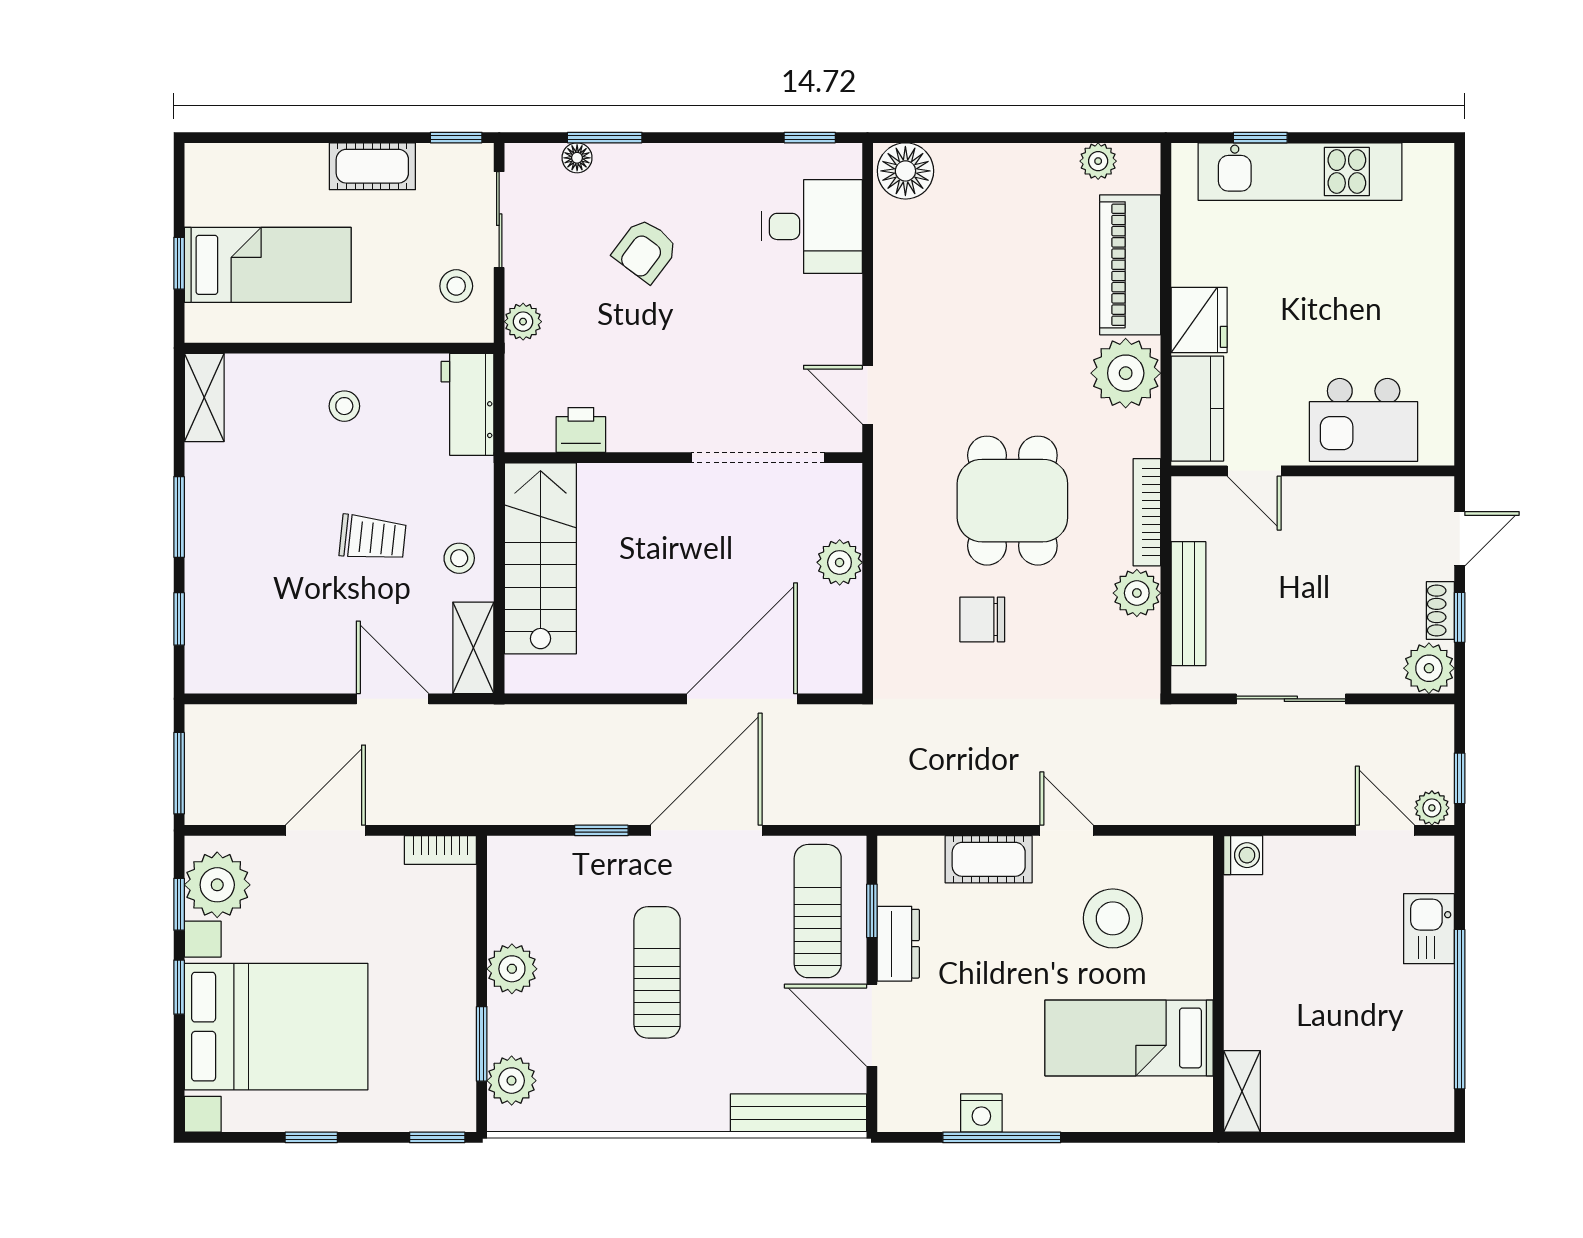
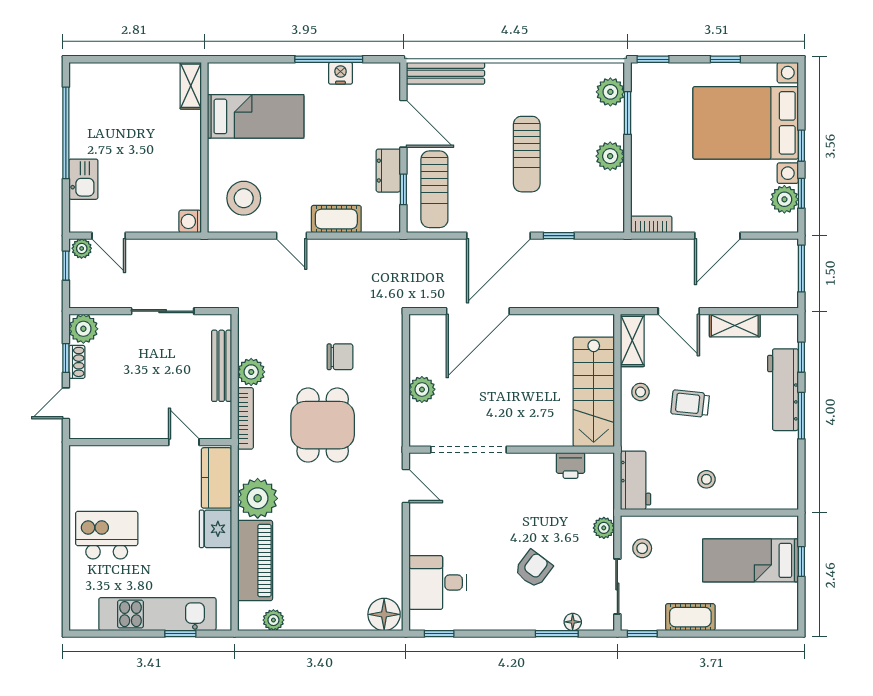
shelving: (204, 397) -> (735, 326), moved, turned 90
kitchen island: (1364, 420) -> (107, 535), moved
workbench: (211, 562) -> (783, 390), added
plant: (217, 885) -> (784, 199), width x0.73, depth x0.73
stool: (1113, 918) -> (244, 198), moved

